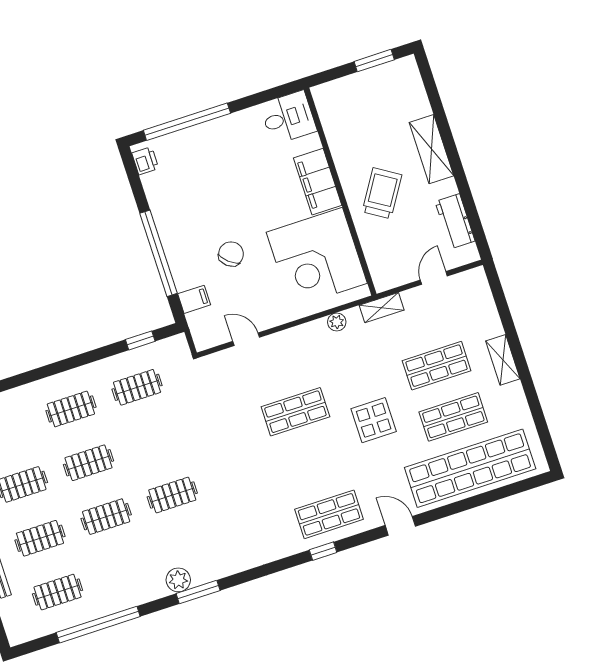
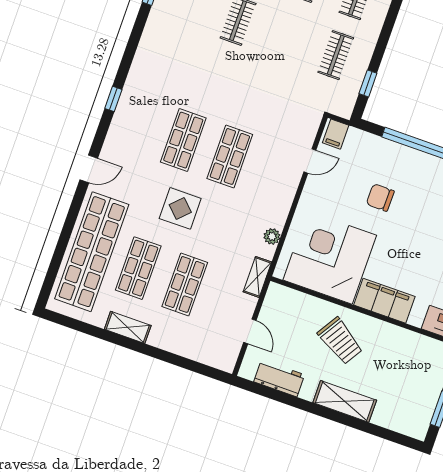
chair: (231, 254) -> (380, 198), turned 141
filing cabinet: (194, 299) -> (336, 134), moved
shelving: (503, 360) -> (128, 327), moved
shop shelf: (329, 514) -> (183, 140), moved

